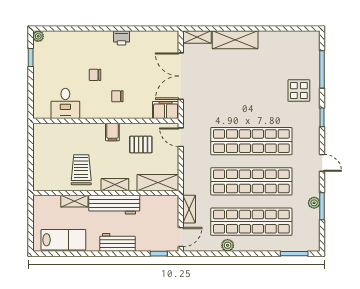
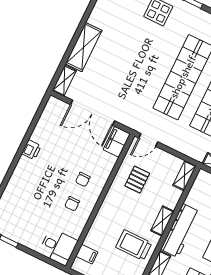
chair: (95, 75) -> (72, 204), moved
desk: (65, 103) -> (58, 247), moved
filing cabinet: (112, 132) -> (87, 254), moved
shelving: (158, 183) -> (184, 176), width x0.67, depth x0.75

